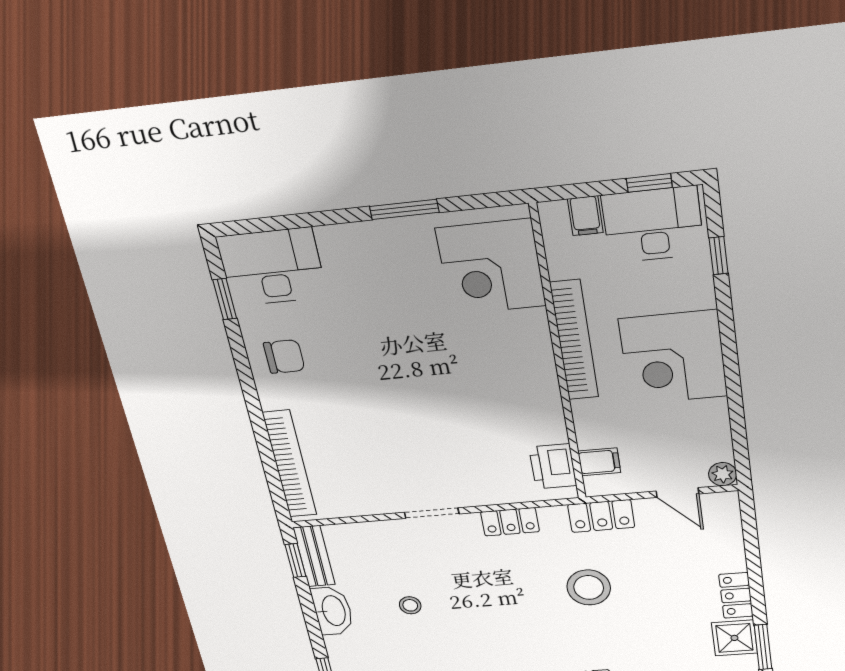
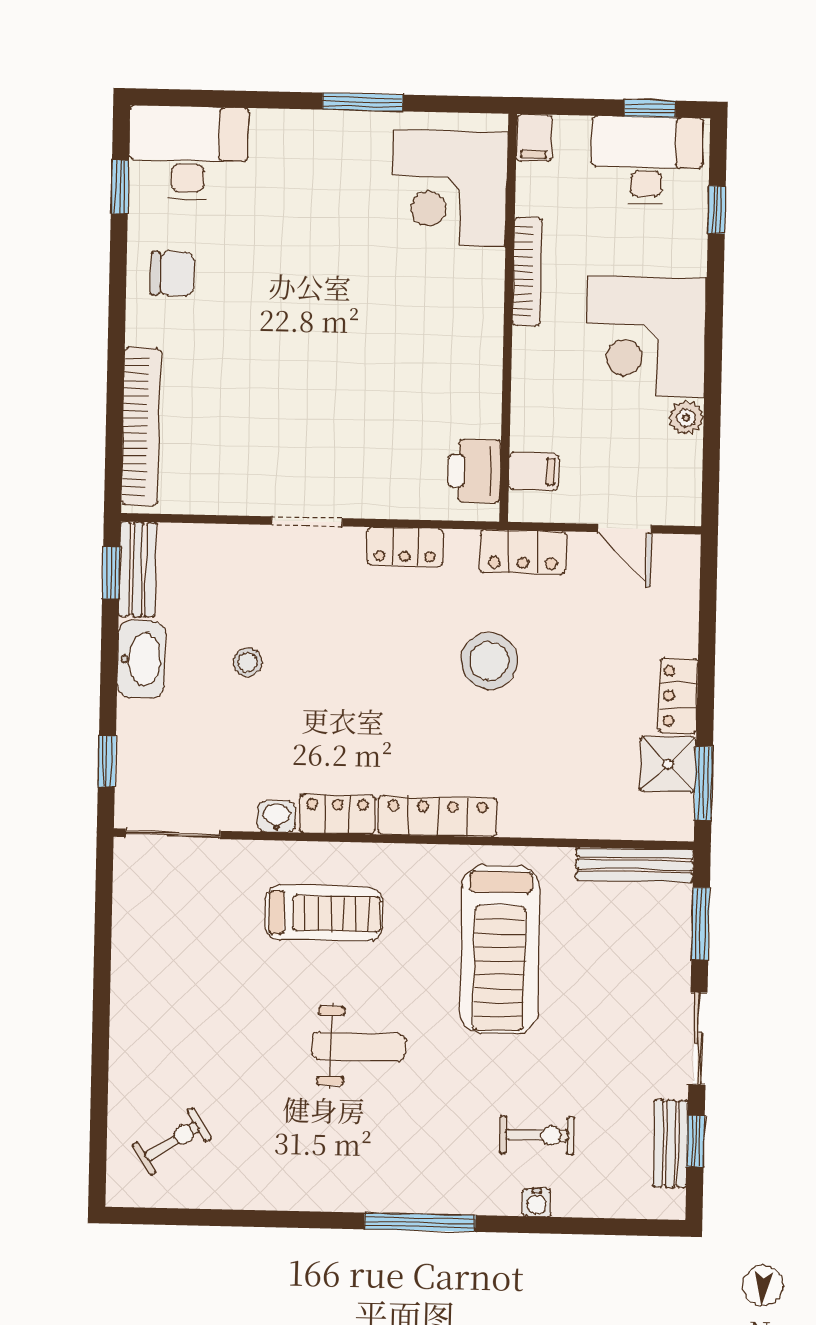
filing cabinet: (585, 216) -> (534, 138), moved
bookcase: (574, 340) -> (527, 271), width x0.68, depth x0.76
plant: (723, 474) -> (686, 418), moved

